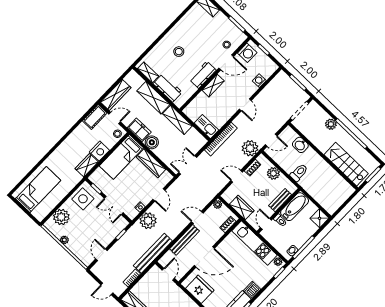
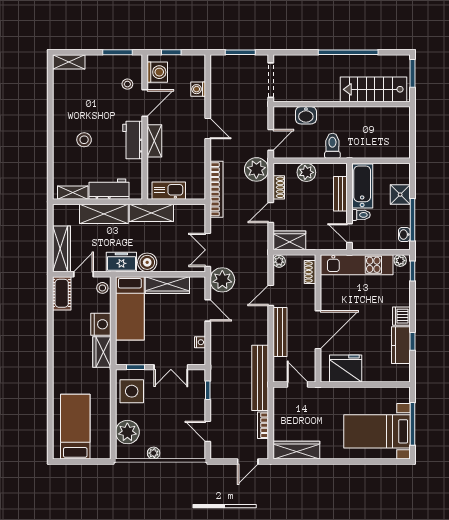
plant: (331, 124) -> (317, 63), removed
kitchen sink: (206, 127) -> (169, 191), moved
wardrobe: (242, 208) -> (289, 240), moved
shower: (320, 218) -> (400, 195), moved
plant: (148, 221) -> (222, 280), moved

